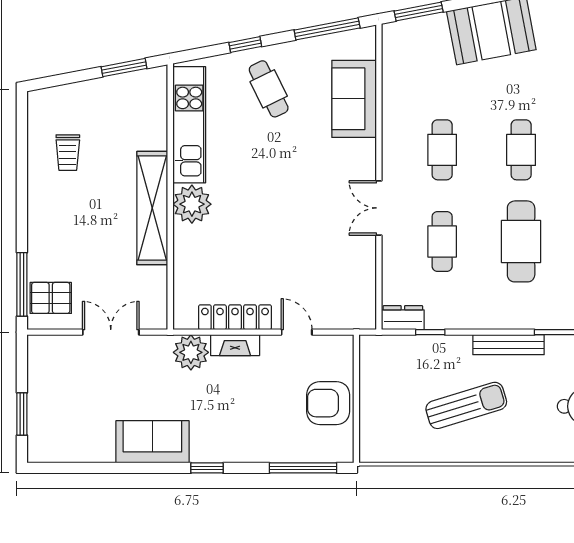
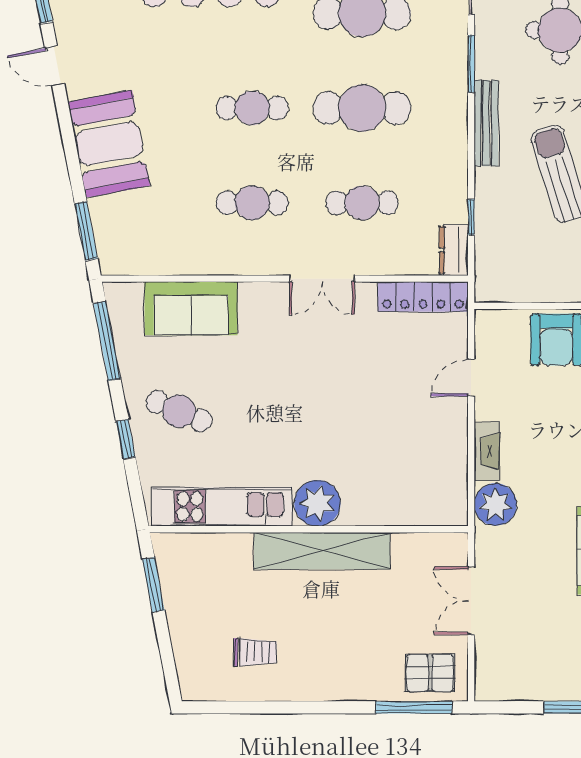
cafe table: (269, 89) -> (179, 411), turned 49
pallet: (51, 298) -> (430, 673), turned 90
locker: (235, 317) -> (423, 297), moved, turned -90

